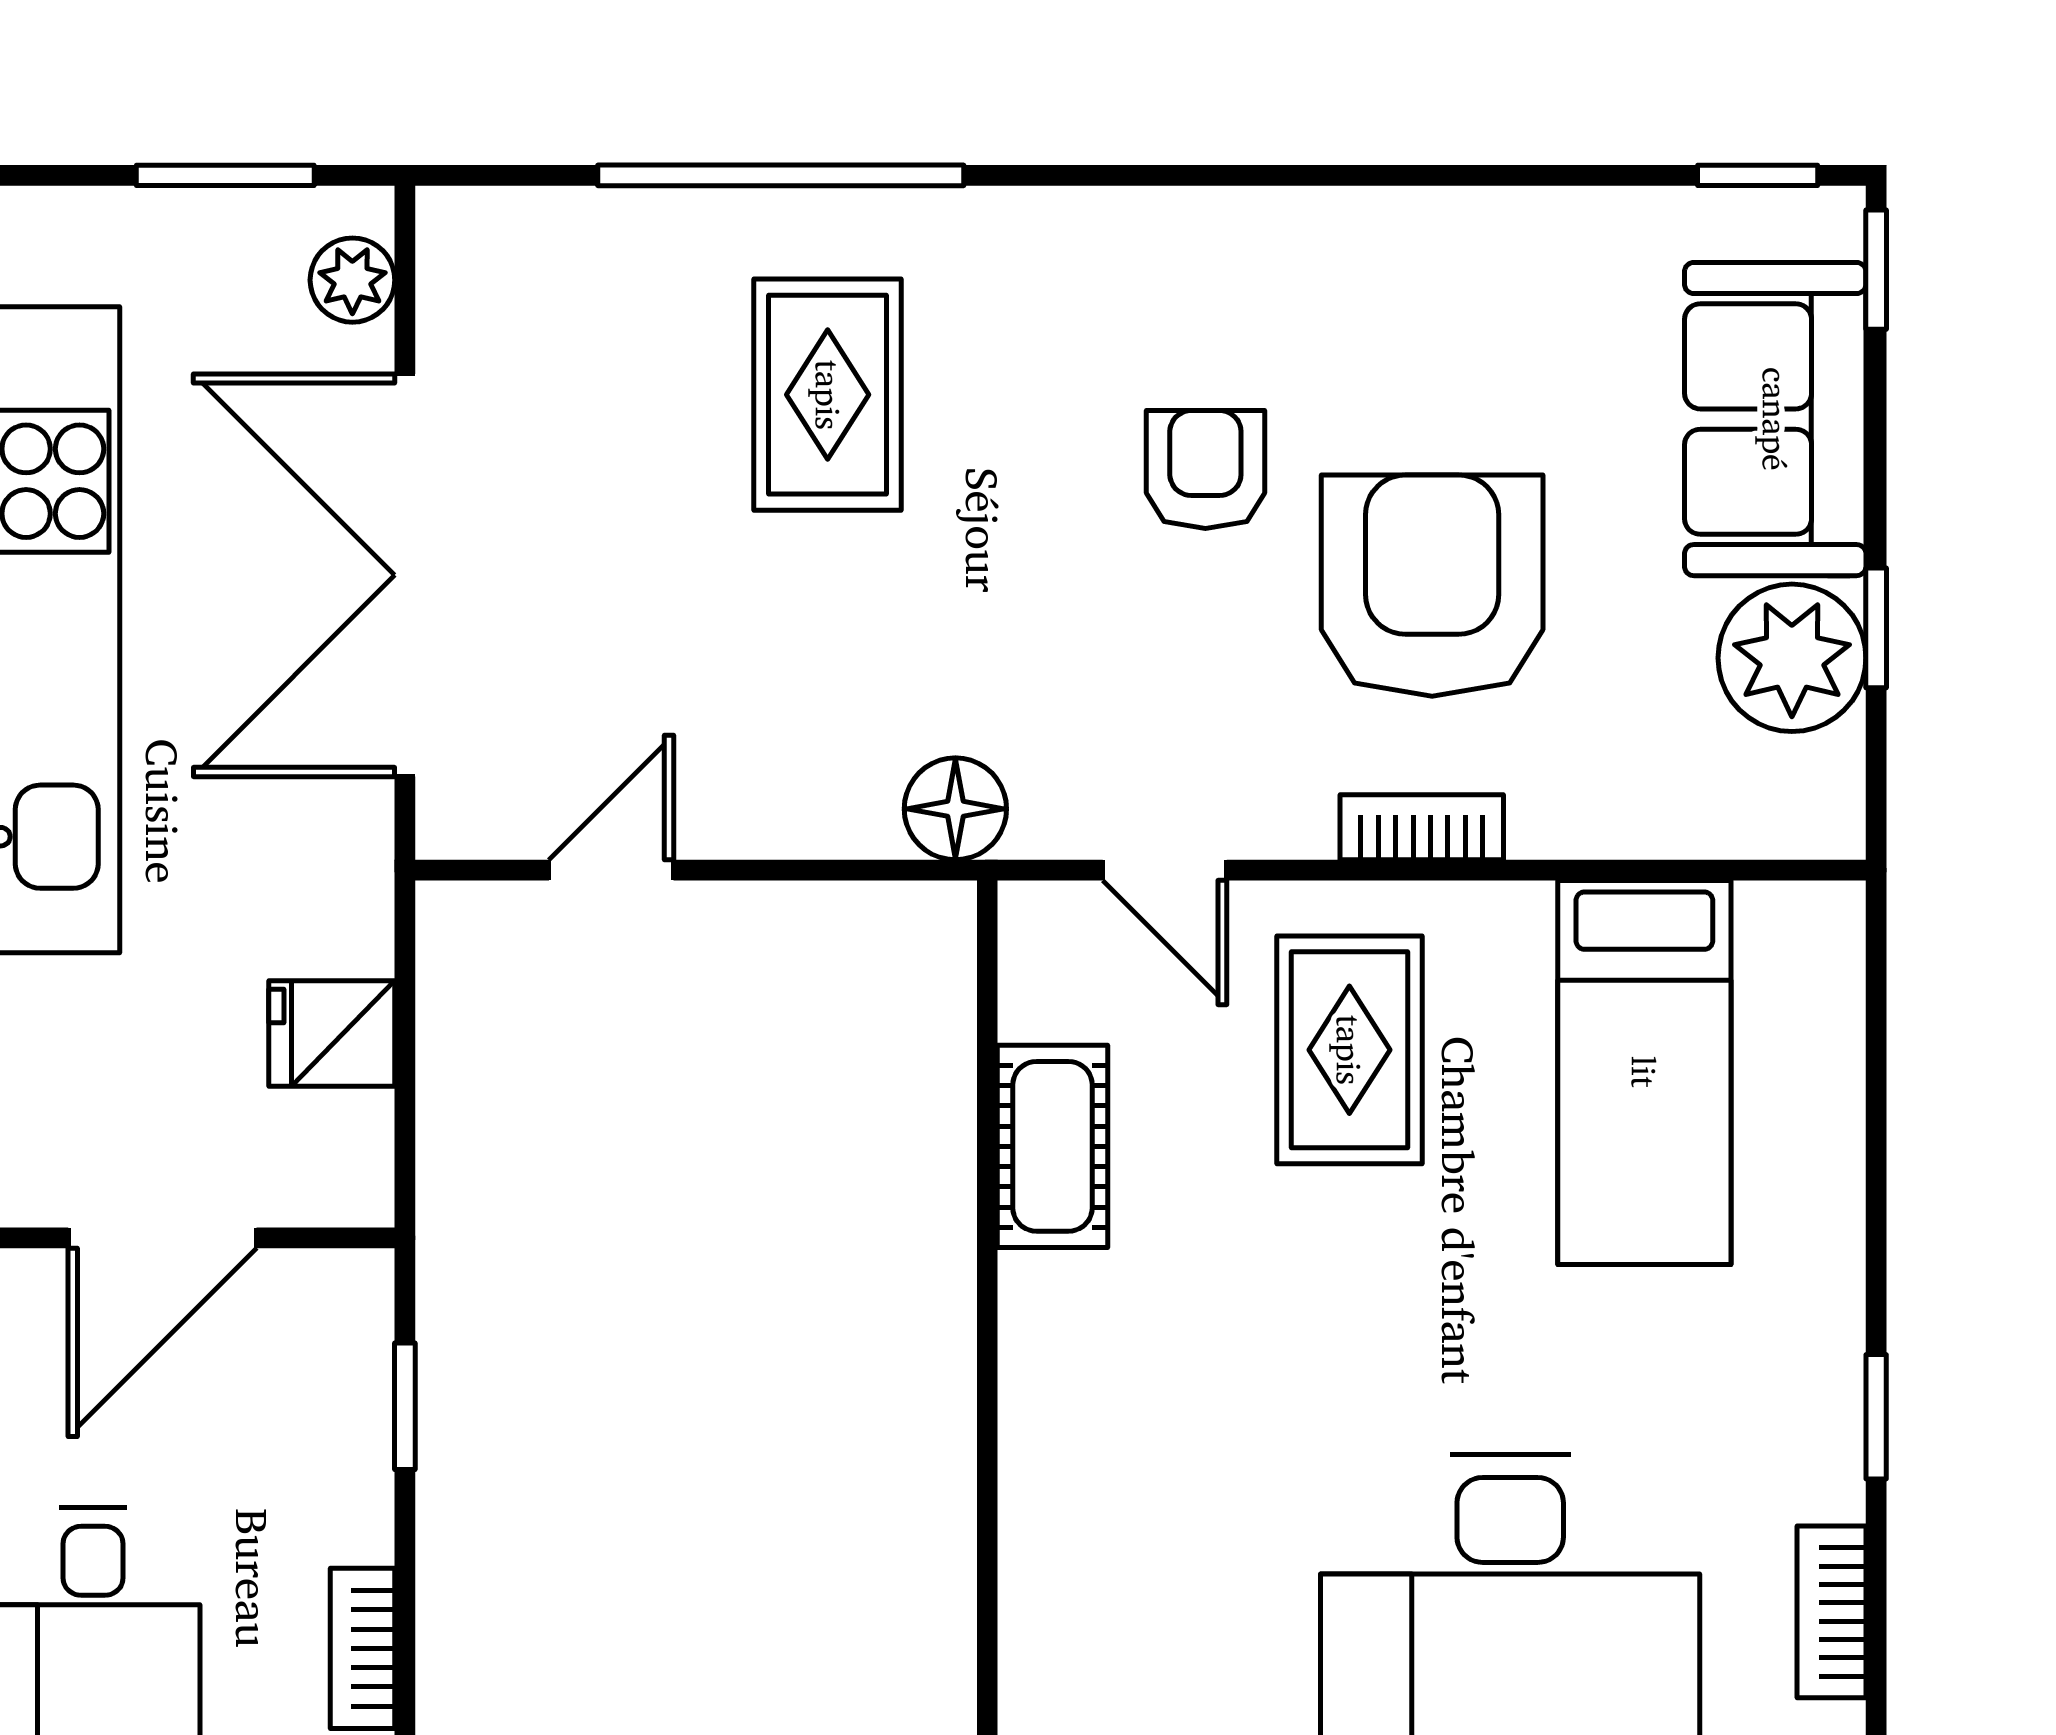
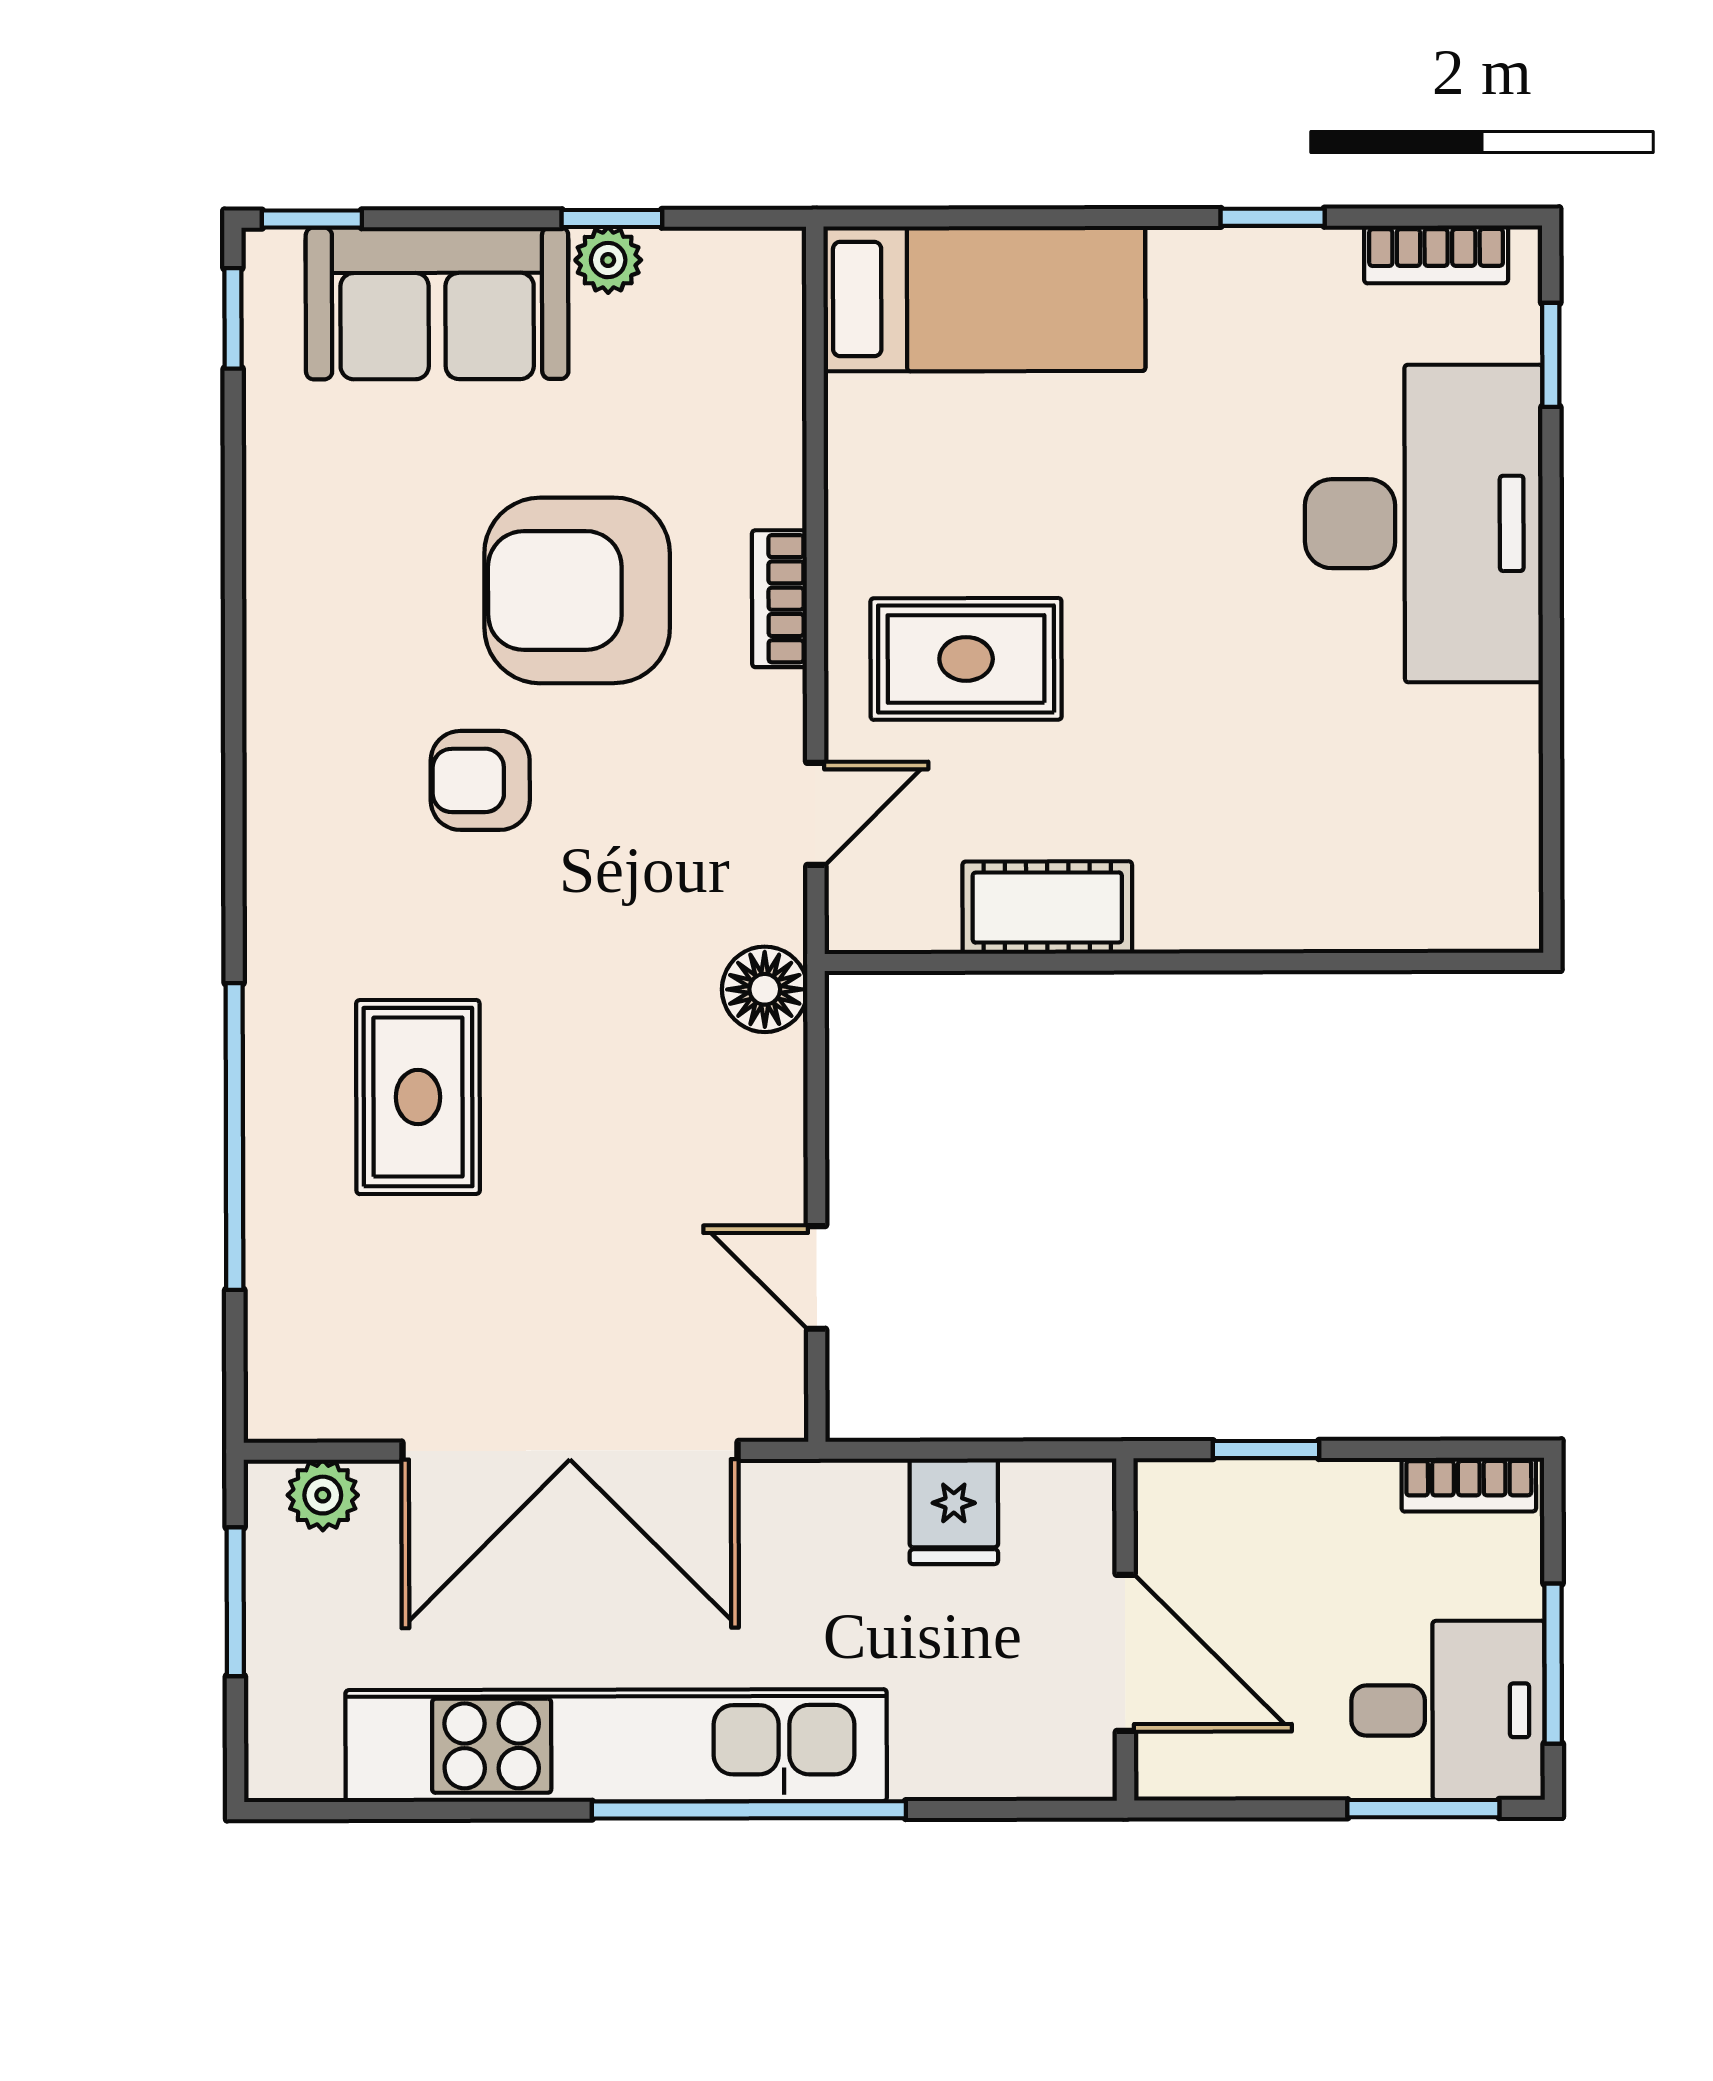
rug: (828, 395) -> (418, 1097), turned 90
plant: (1792, 658) -> (608, 260), width x0.53, depth x0.53
bed: (1644, 1072) -> (984, 299), moved

